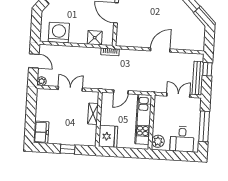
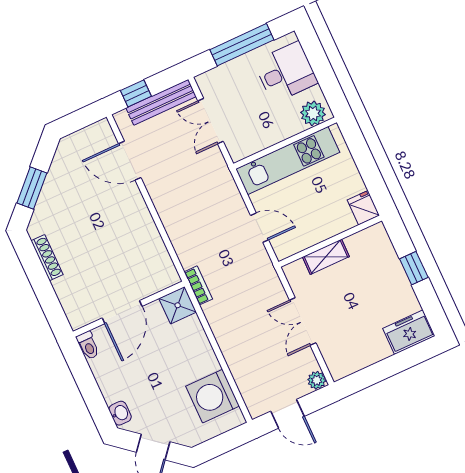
shower: (95, 38) -> (178, 305), moved
door: (160, 50) -> (130, 161), moved
door: (34, 61) -> (287, 414), swing flipped
fridge: (108, 136) -> (363, 208), width x0.53, depth x0.75

